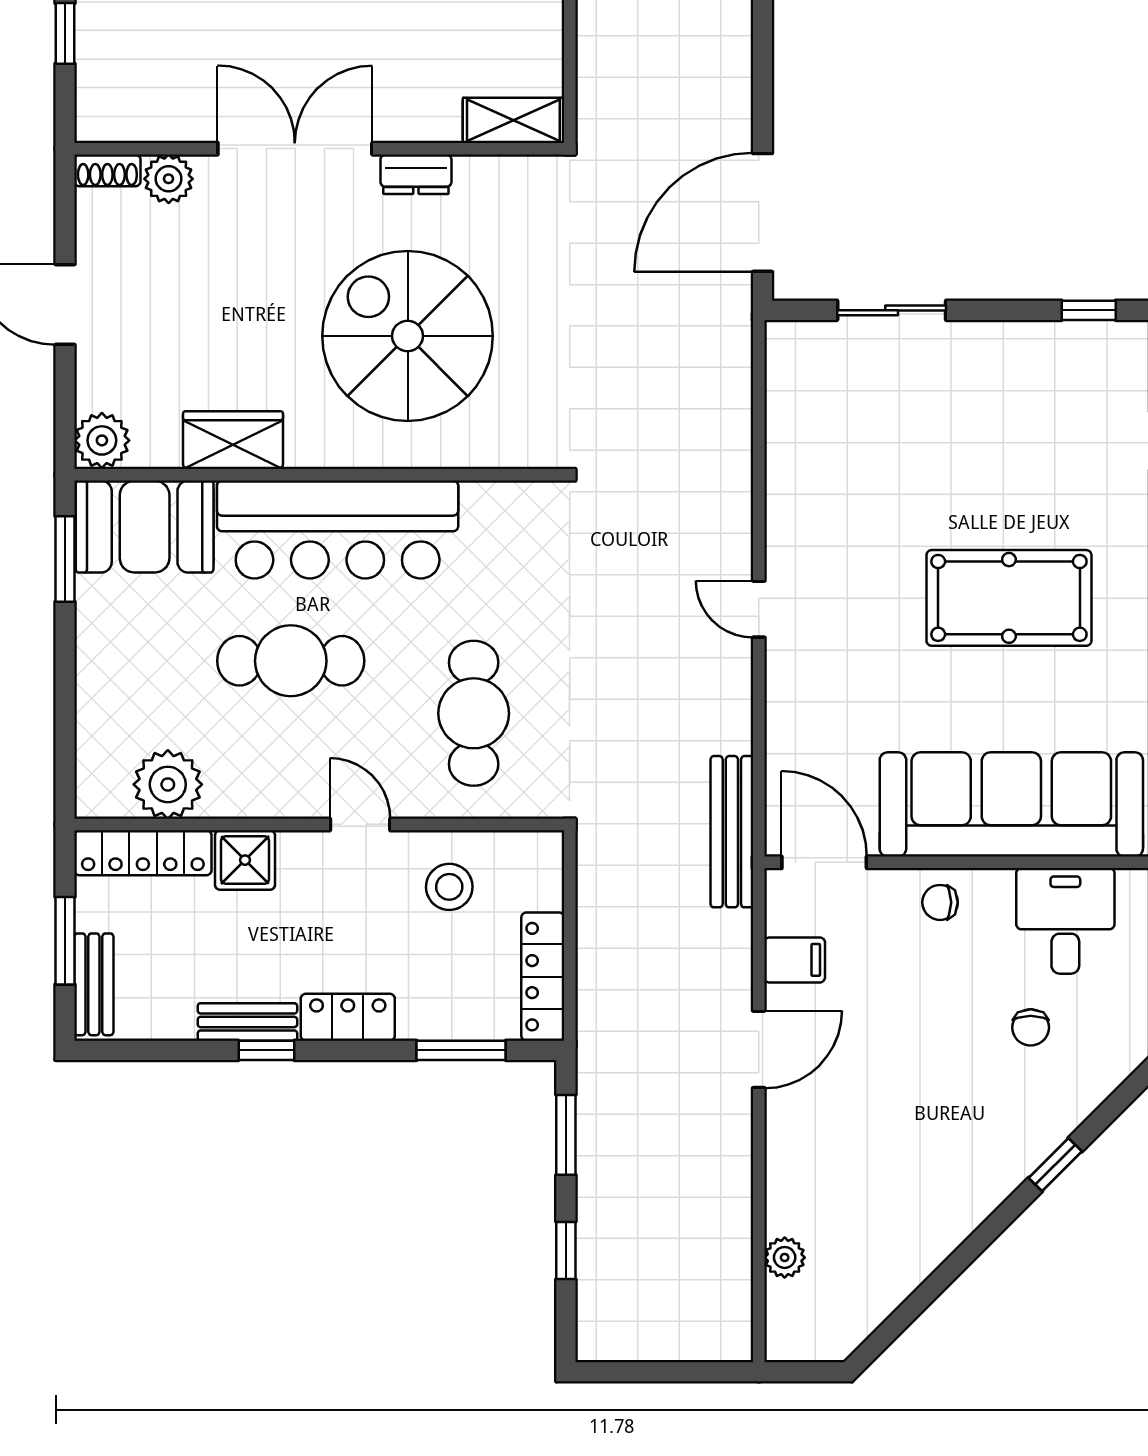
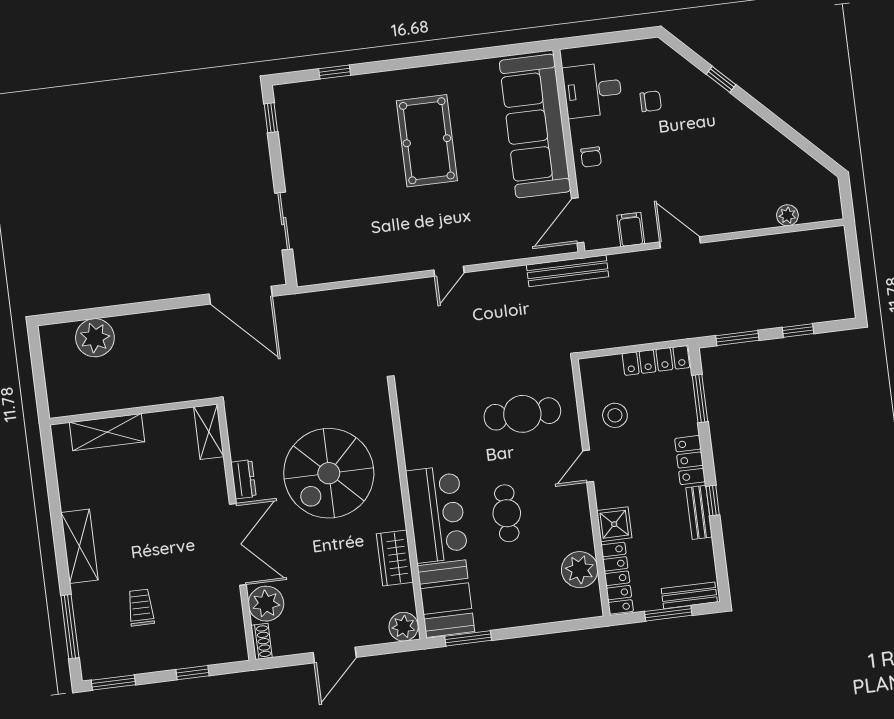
double door: (295, 149) -> (238, 544), swing flipped
plant: (169, 179) -> (266, 604), width x1.36, depth x1.36
bar counter: (338, 530) -> (437, 514), width x0.73
cafe table: (291, 661) -> (507, 513), width x0.73, depth x0.74

